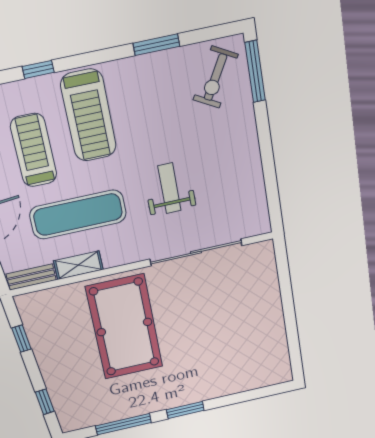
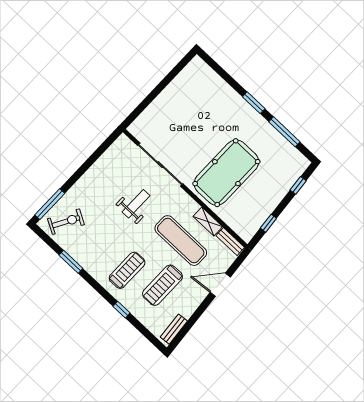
treadmill: (89, 115) -> (127, 270), width x0.73, depth x0.73
weight bench: (169, 188) -> (136, 204), turned 180

